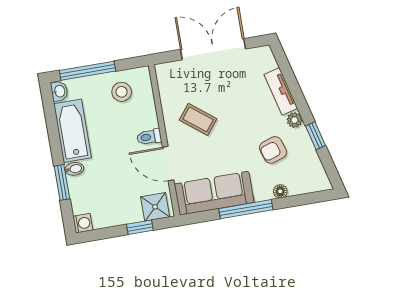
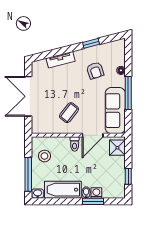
plant: (295, 120) -> (79, 54), removed
washing machine: (83, 223) -> (96, 193), moved
window: (140, 227) -> (128, 176), moved

